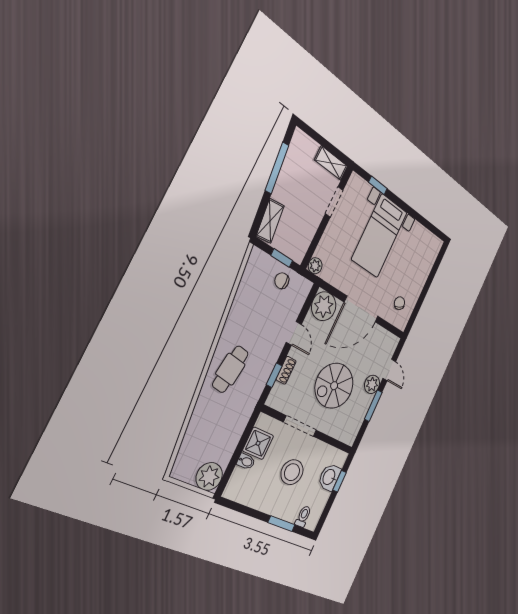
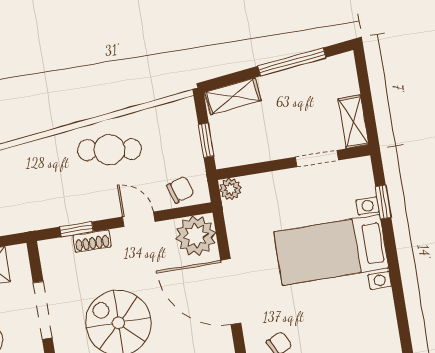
chair: (282, 281) -> (180, 190), moved, turned 72
door: (294, 333) -> (139, 219), swing flipped
cafe table: (230, 369) -> (109, 150), moved

